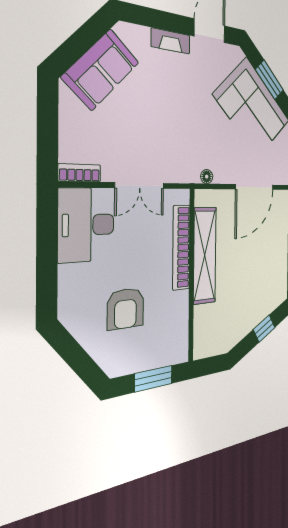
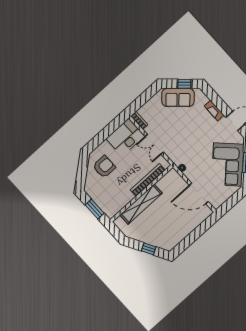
window: (88, 34) -> (184, 84), added
shelving: (205, 255) -> (141, 204), moved
armchair: (126, 309) -> (104, 167), moved, turned 180

